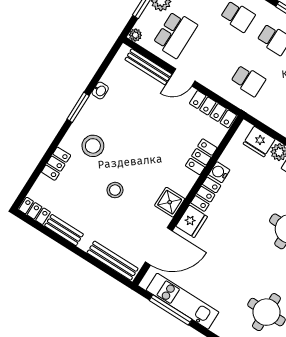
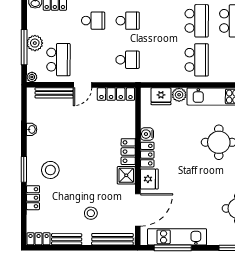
window: (78, 107) -> (24, 169), moved
locker: (201, 157) -> (128, 152), moved
stool: (115, 190) -> (91, 213), moved

